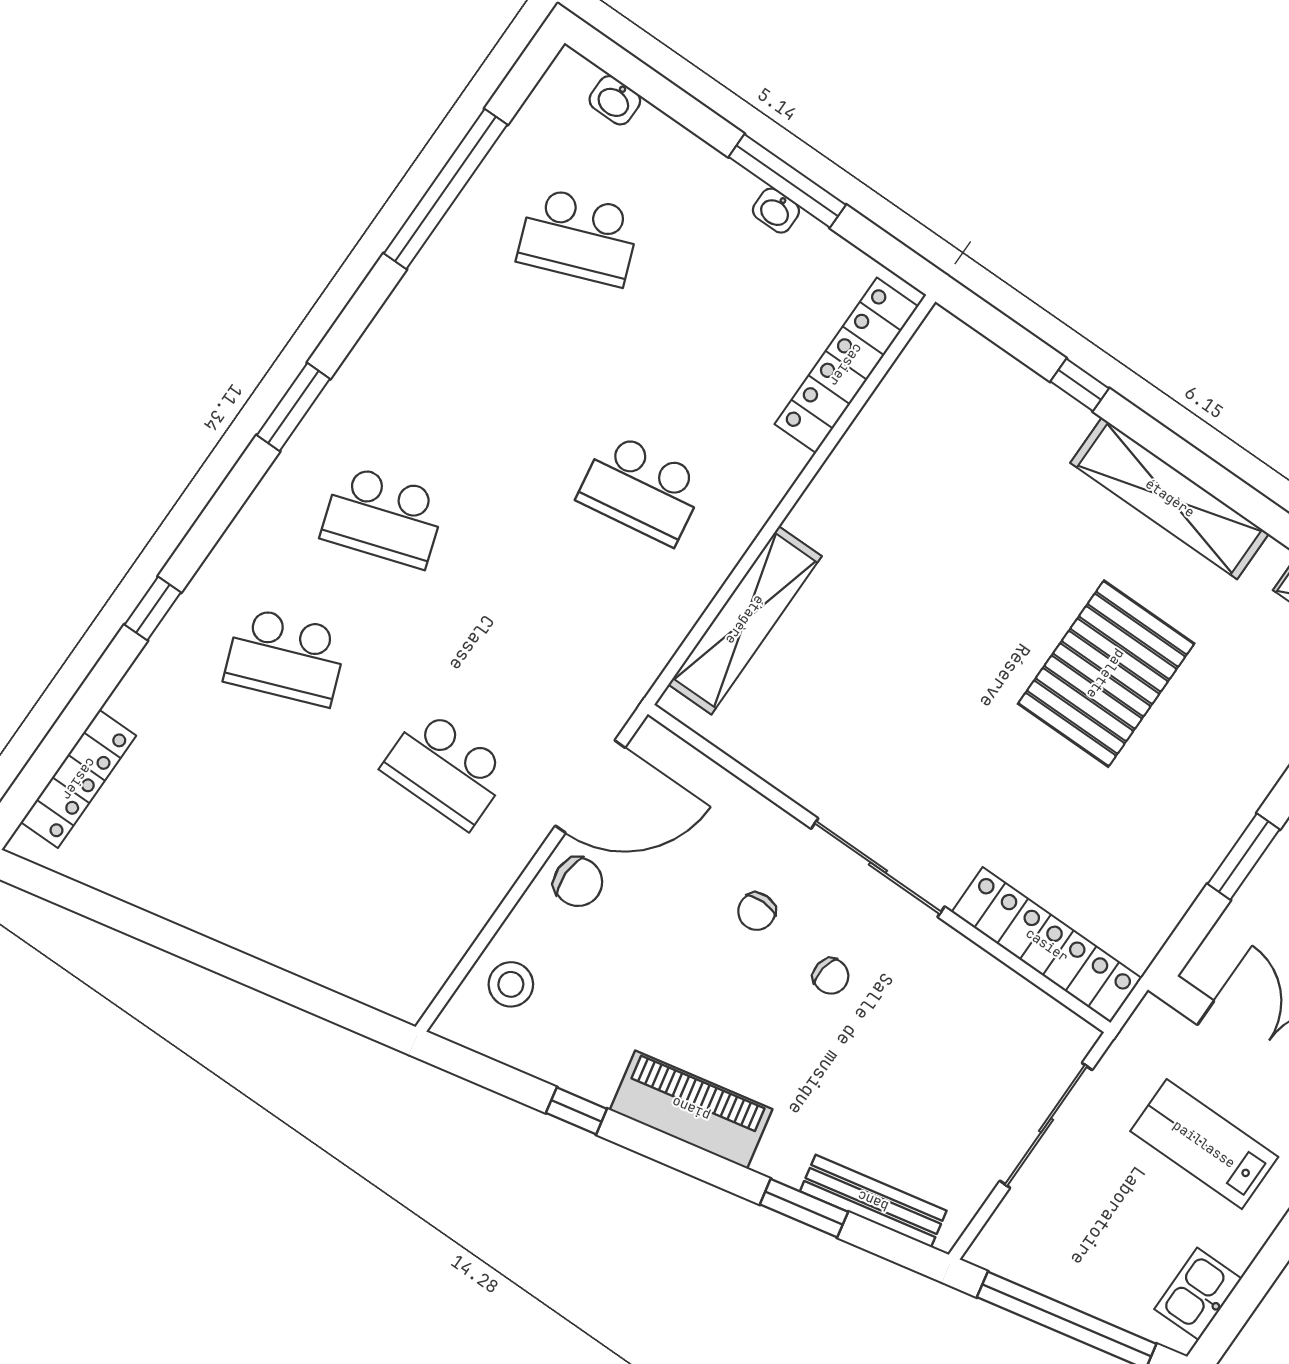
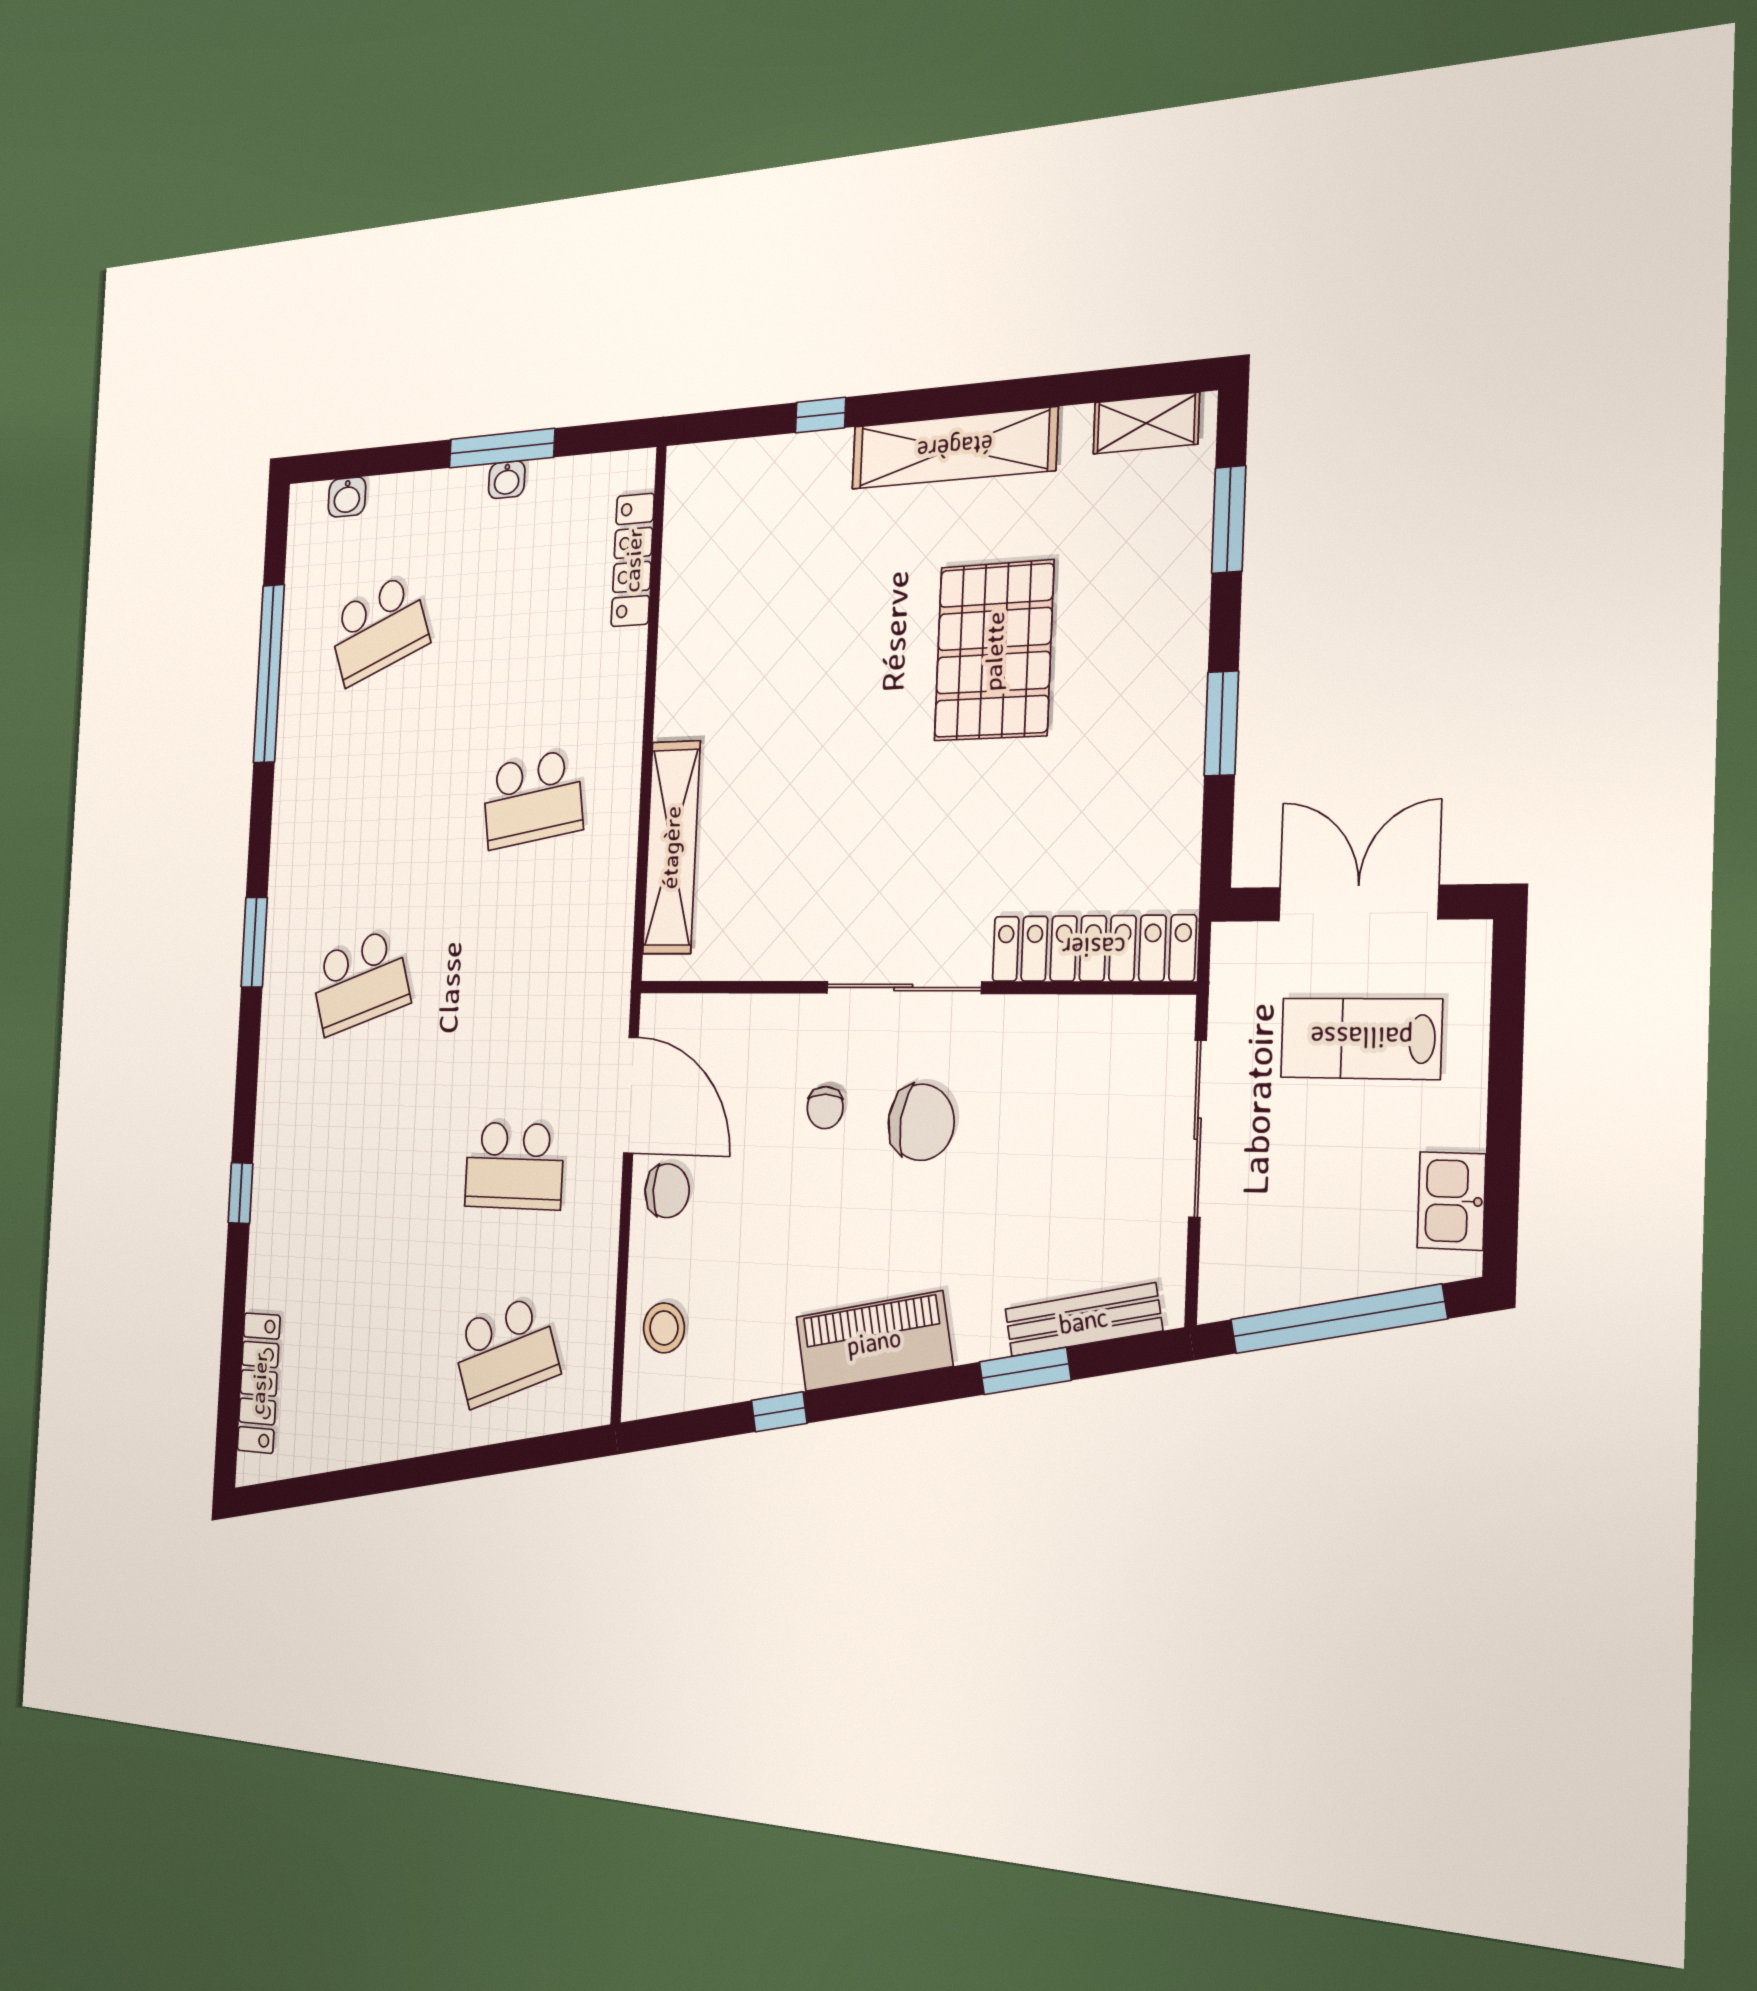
locker: (846, 365) -> (633, 560), width x0.71, depth x0.83
school desk: (286, 657) -> (505, 1351), moved
door: (590, 787) -> (631, 1095), hinge flipped
chair: (831, 976) -> (921, 1122), width x1.87, depth x1.87

